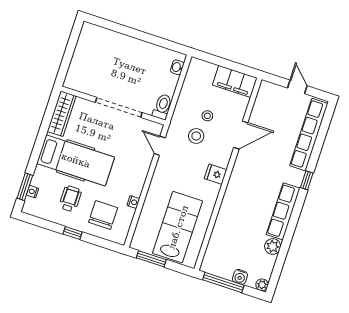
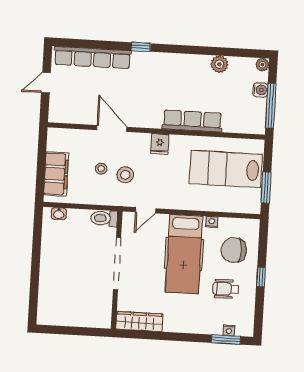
filing cabinet: (235, 81) -> (56, 174), moved
hospital bed: (76, 160) -> (184, 254), moved, turned 180
row of seats: (283, 211) -> (192, 121), moved, turned 180

